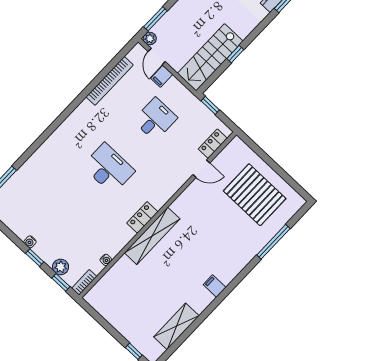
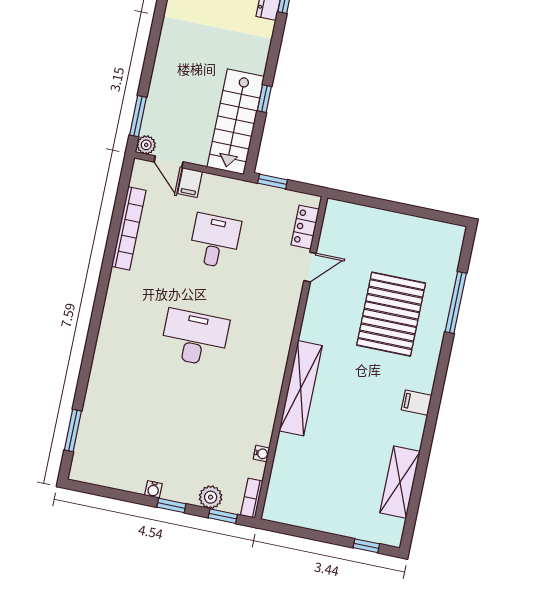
pallet: (255, 195) -> (391, 314), moved, turned 90
locker: (142, 217) -> (274, 373), removed

